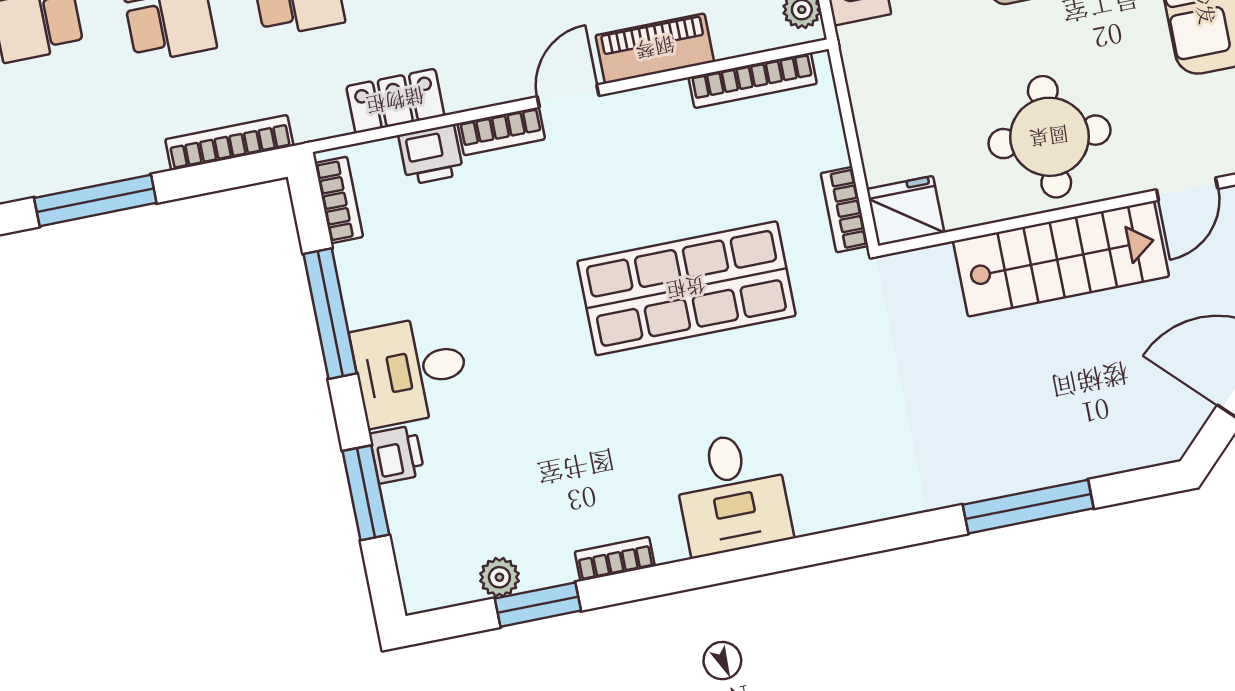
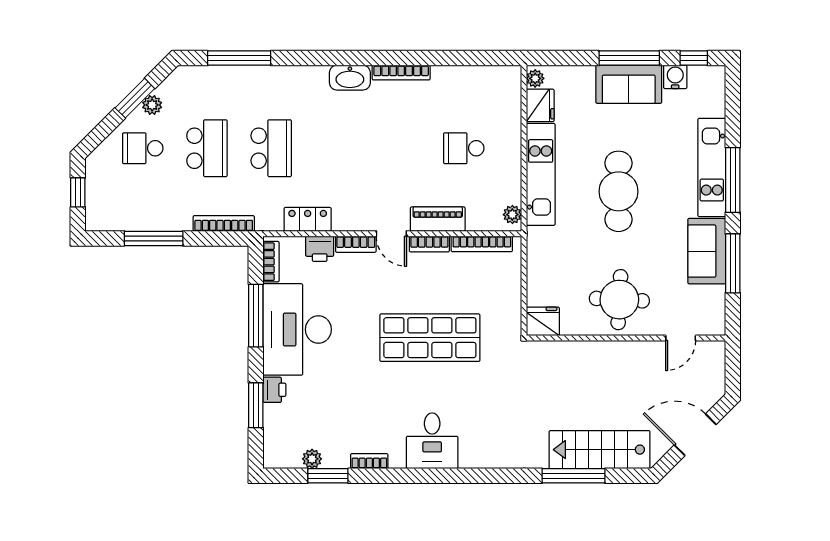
door: (568, 96) -> (391, 234), swing flipped
bookcase: (844, 210) -> (429, 244), moved, turned -90
stairs: (1061, 259) -> (600, 450), moved, turned 180
desk: (411, 371) -> (297, 329), width x1.87, depth x1.30

